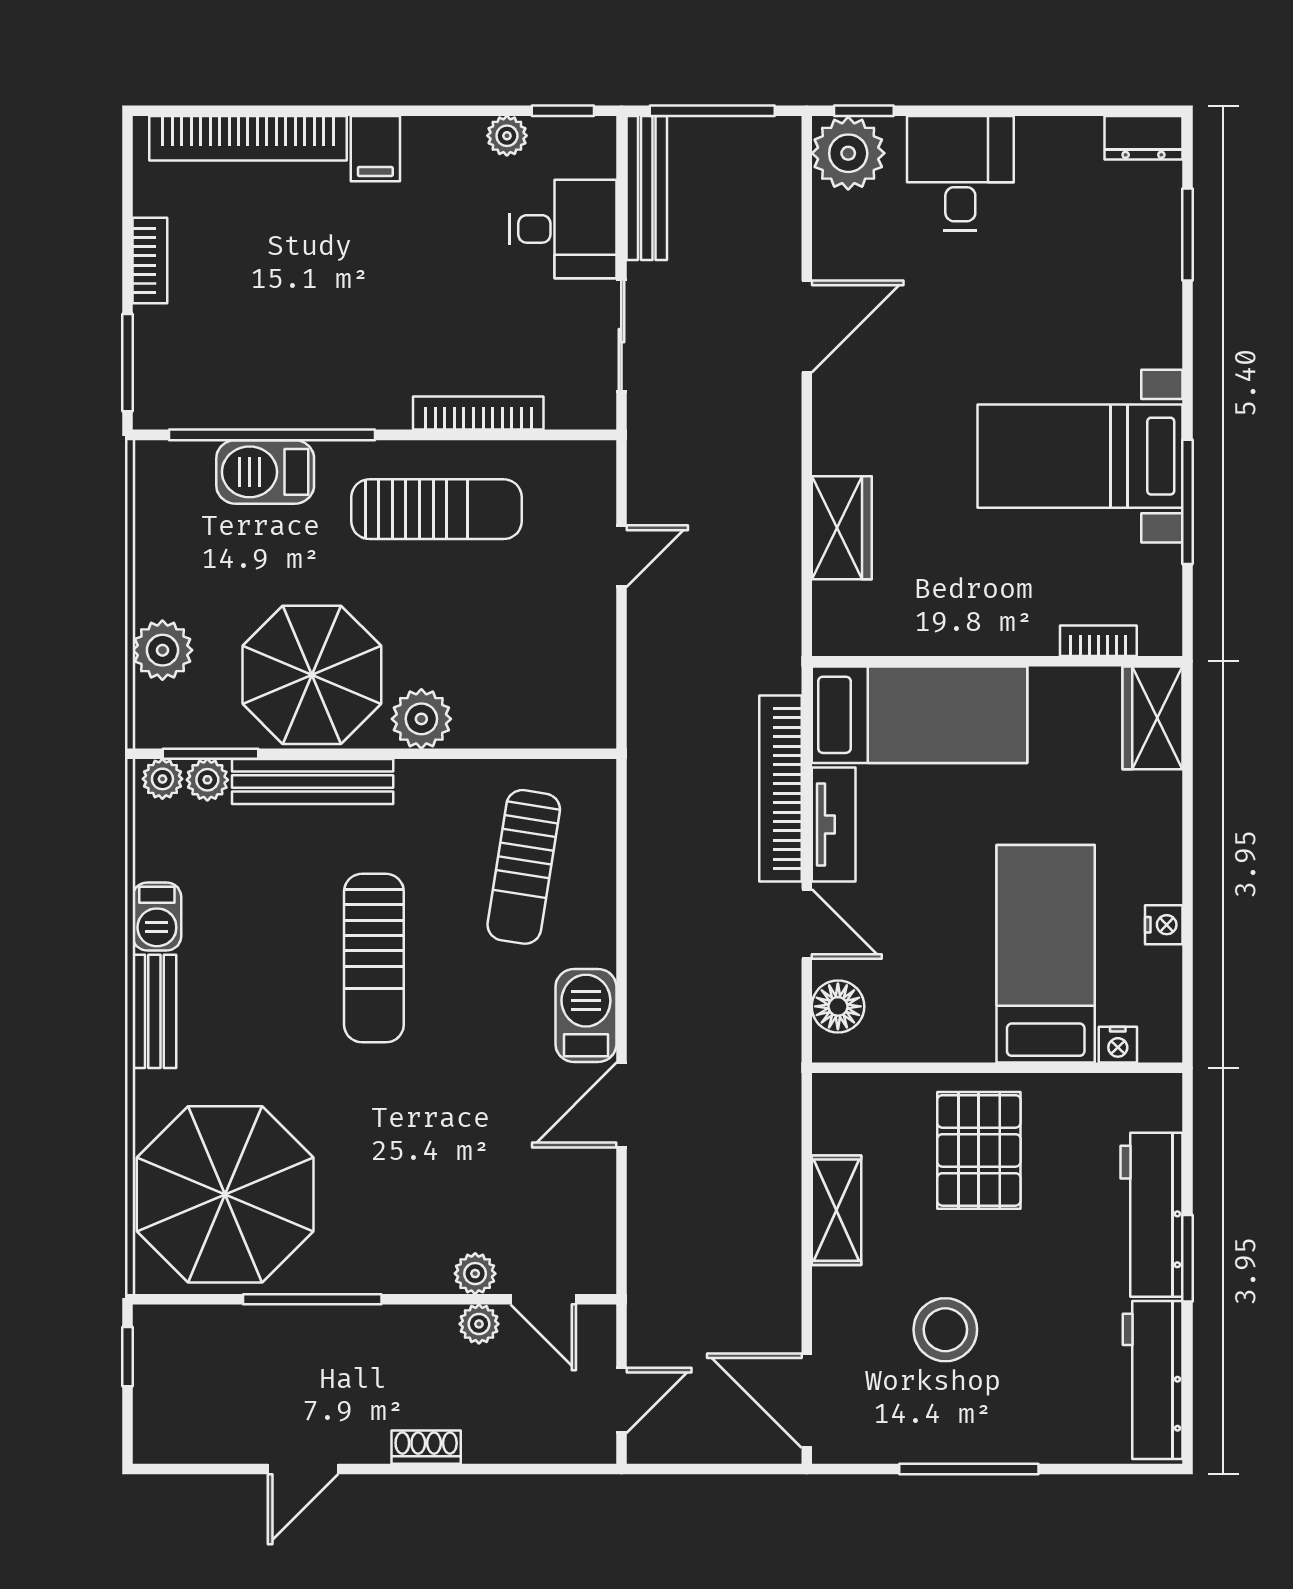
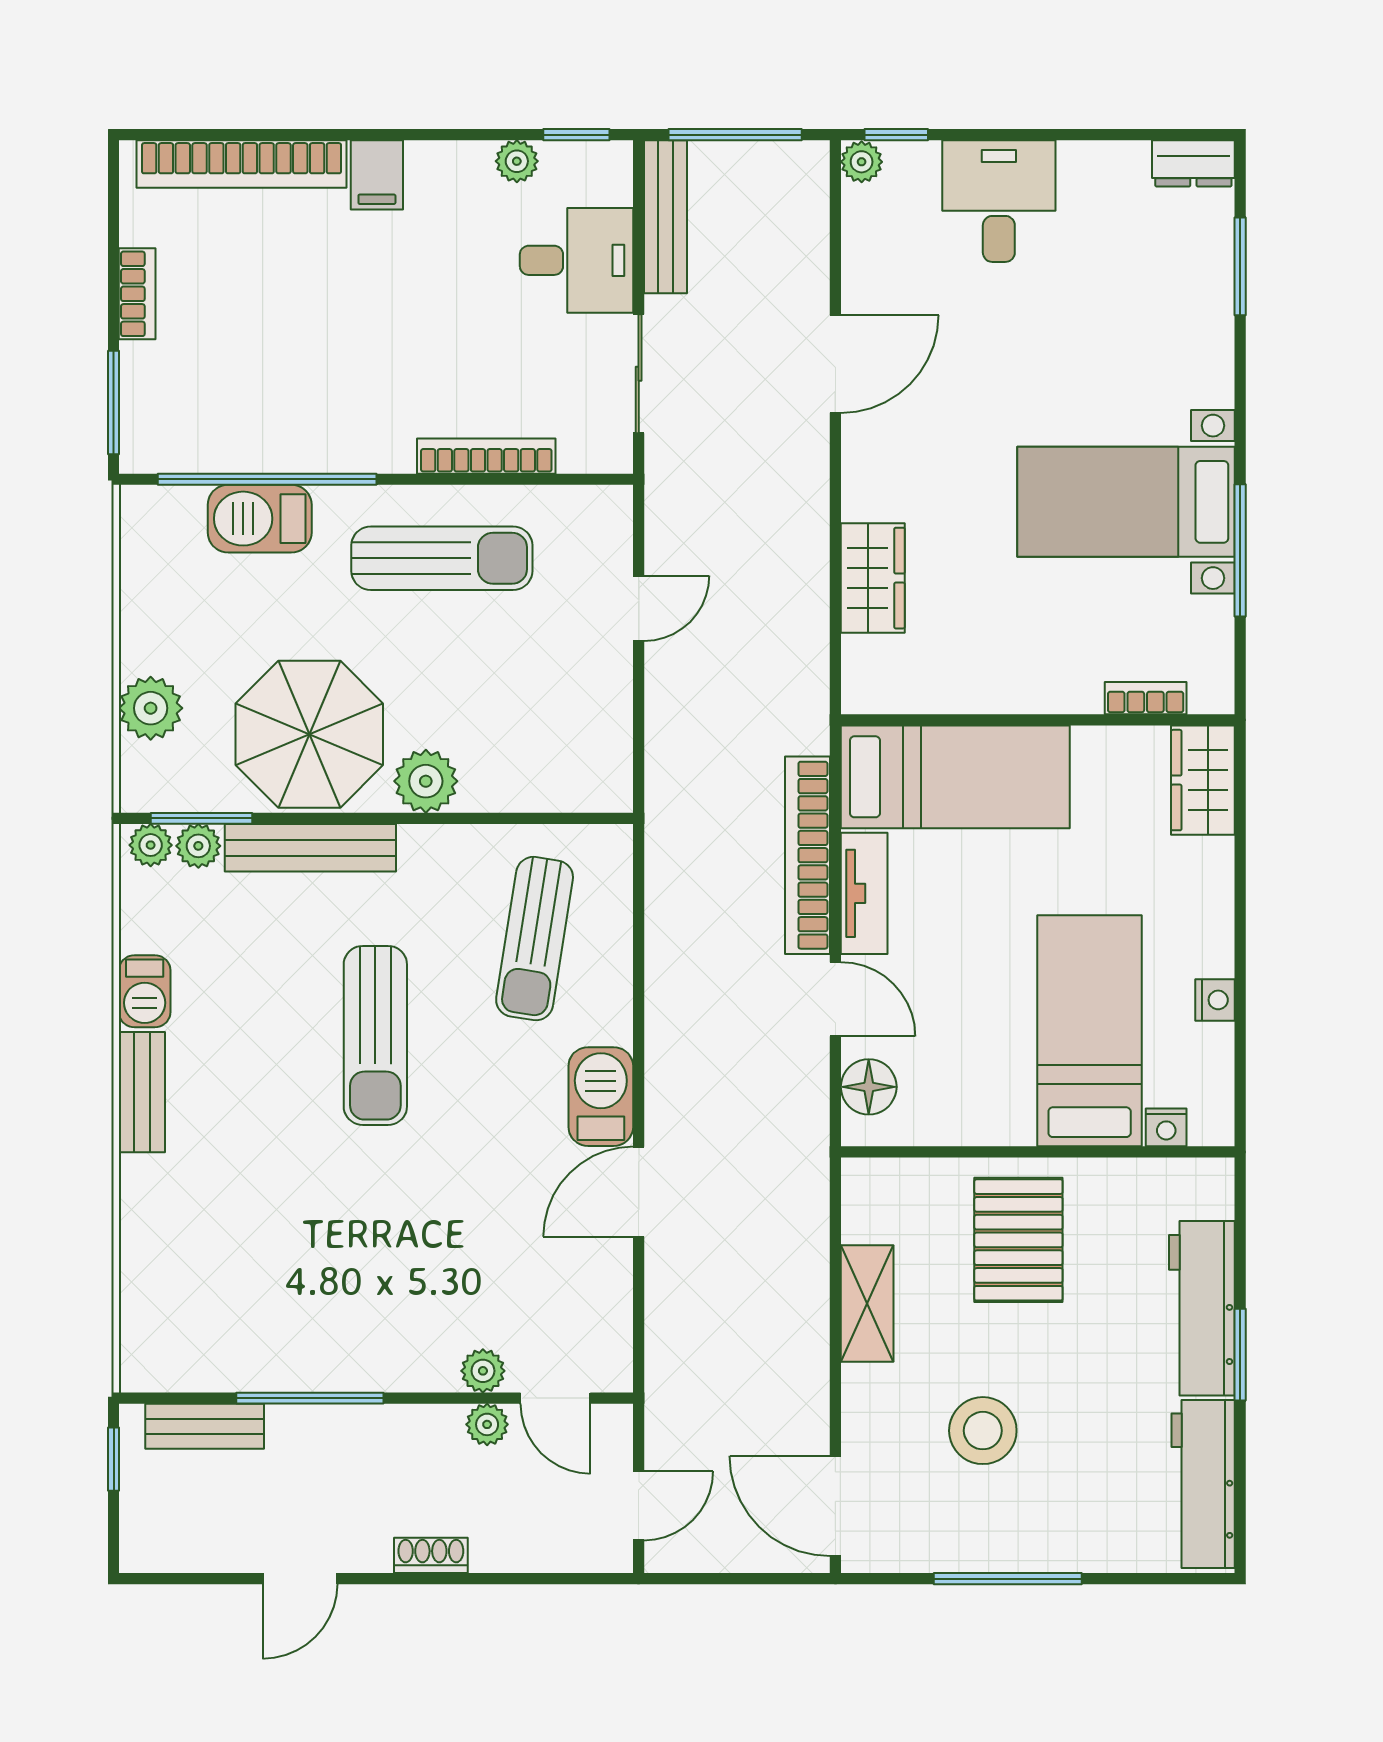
plant: (848, 153) -> (862, 162), width x0.53, depth x0.53
parasol: (225, 1194) -> (217, 1287), removed
bench: (213, 1326) -> (205, 1426), added

